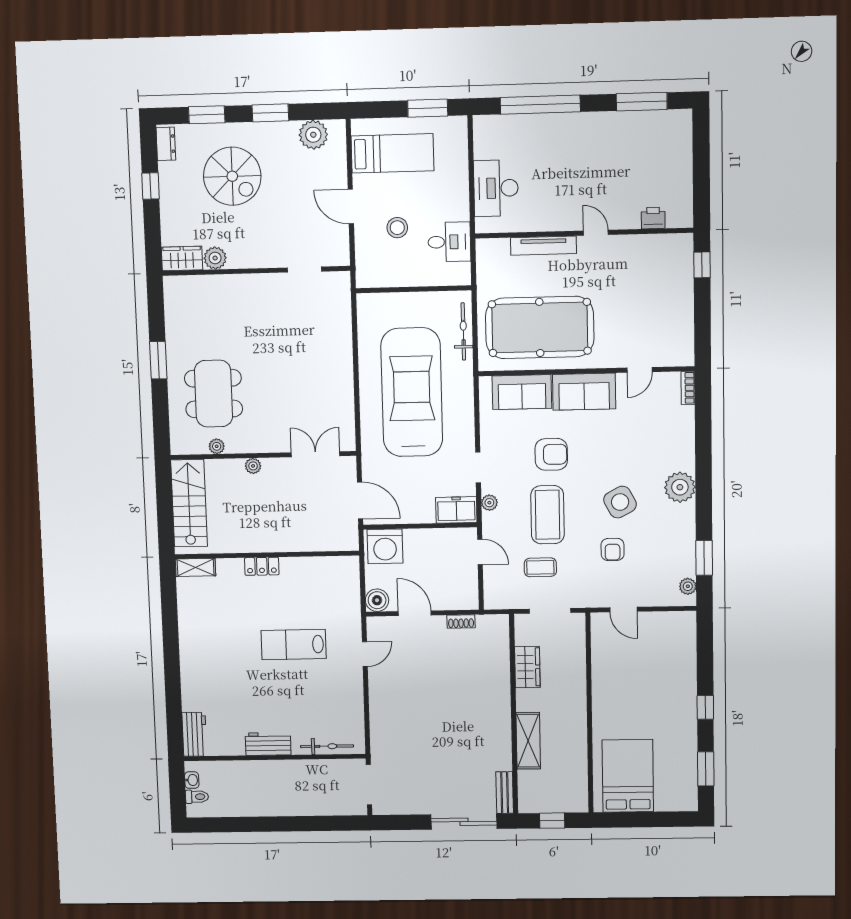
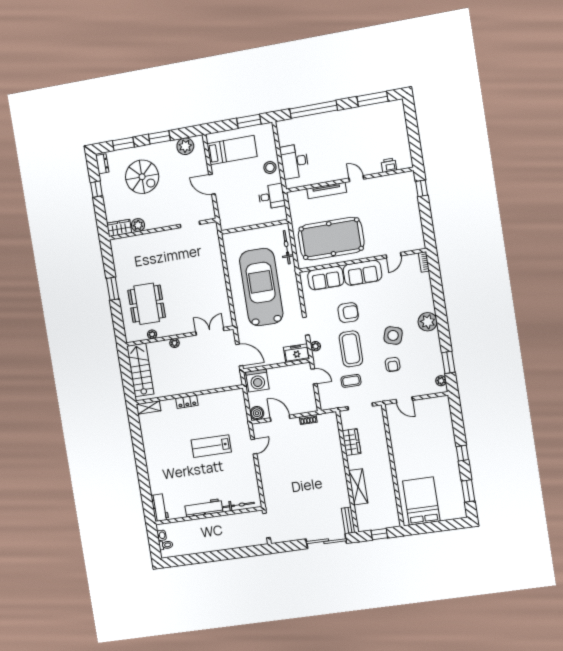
stool: (397, 228) -> (270, 167), moved
side table: (620, 502) -> (393, 335), turned 45
workbench: (268, 744) -> (204, 508), width x1.38

